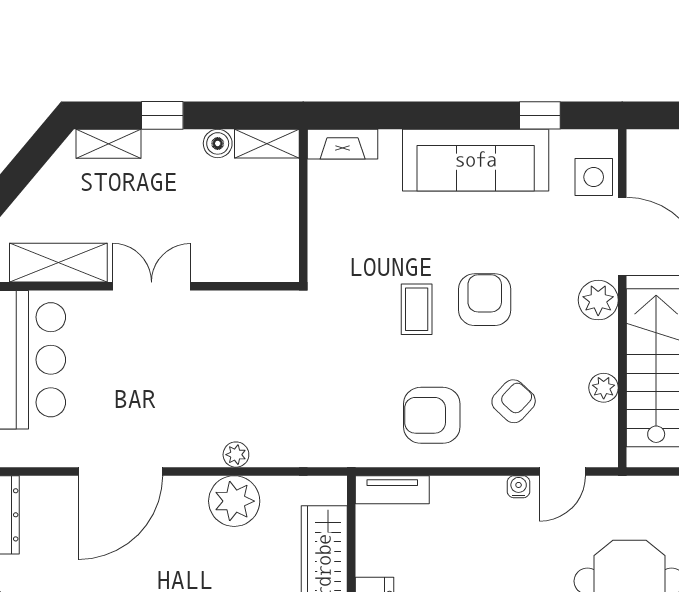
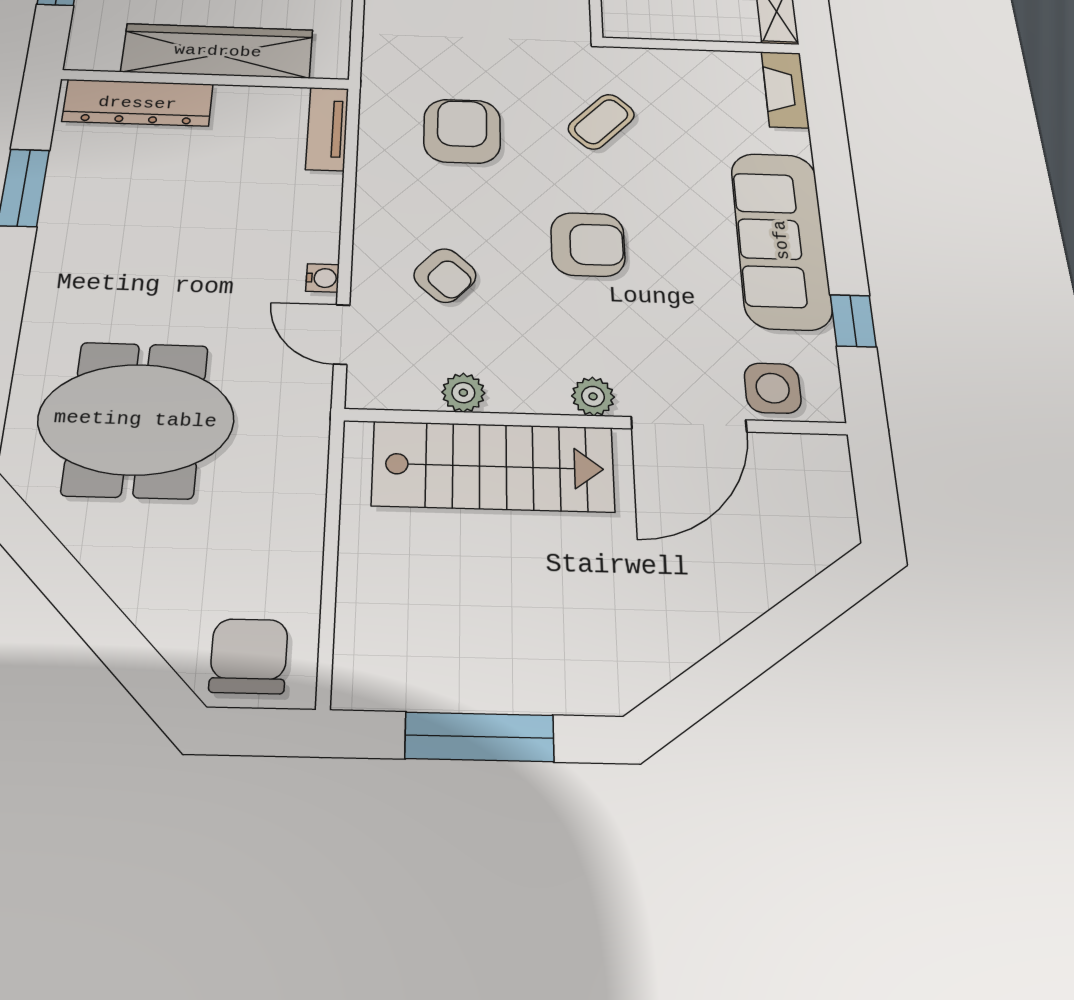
plant: (598, 300) -> (593, 396), width x0.73, depth x0.73
coffee table: (417, 309) -> (601, 122), moved, turned -46
armchair: (432, 415) -> (462, 131), moved

